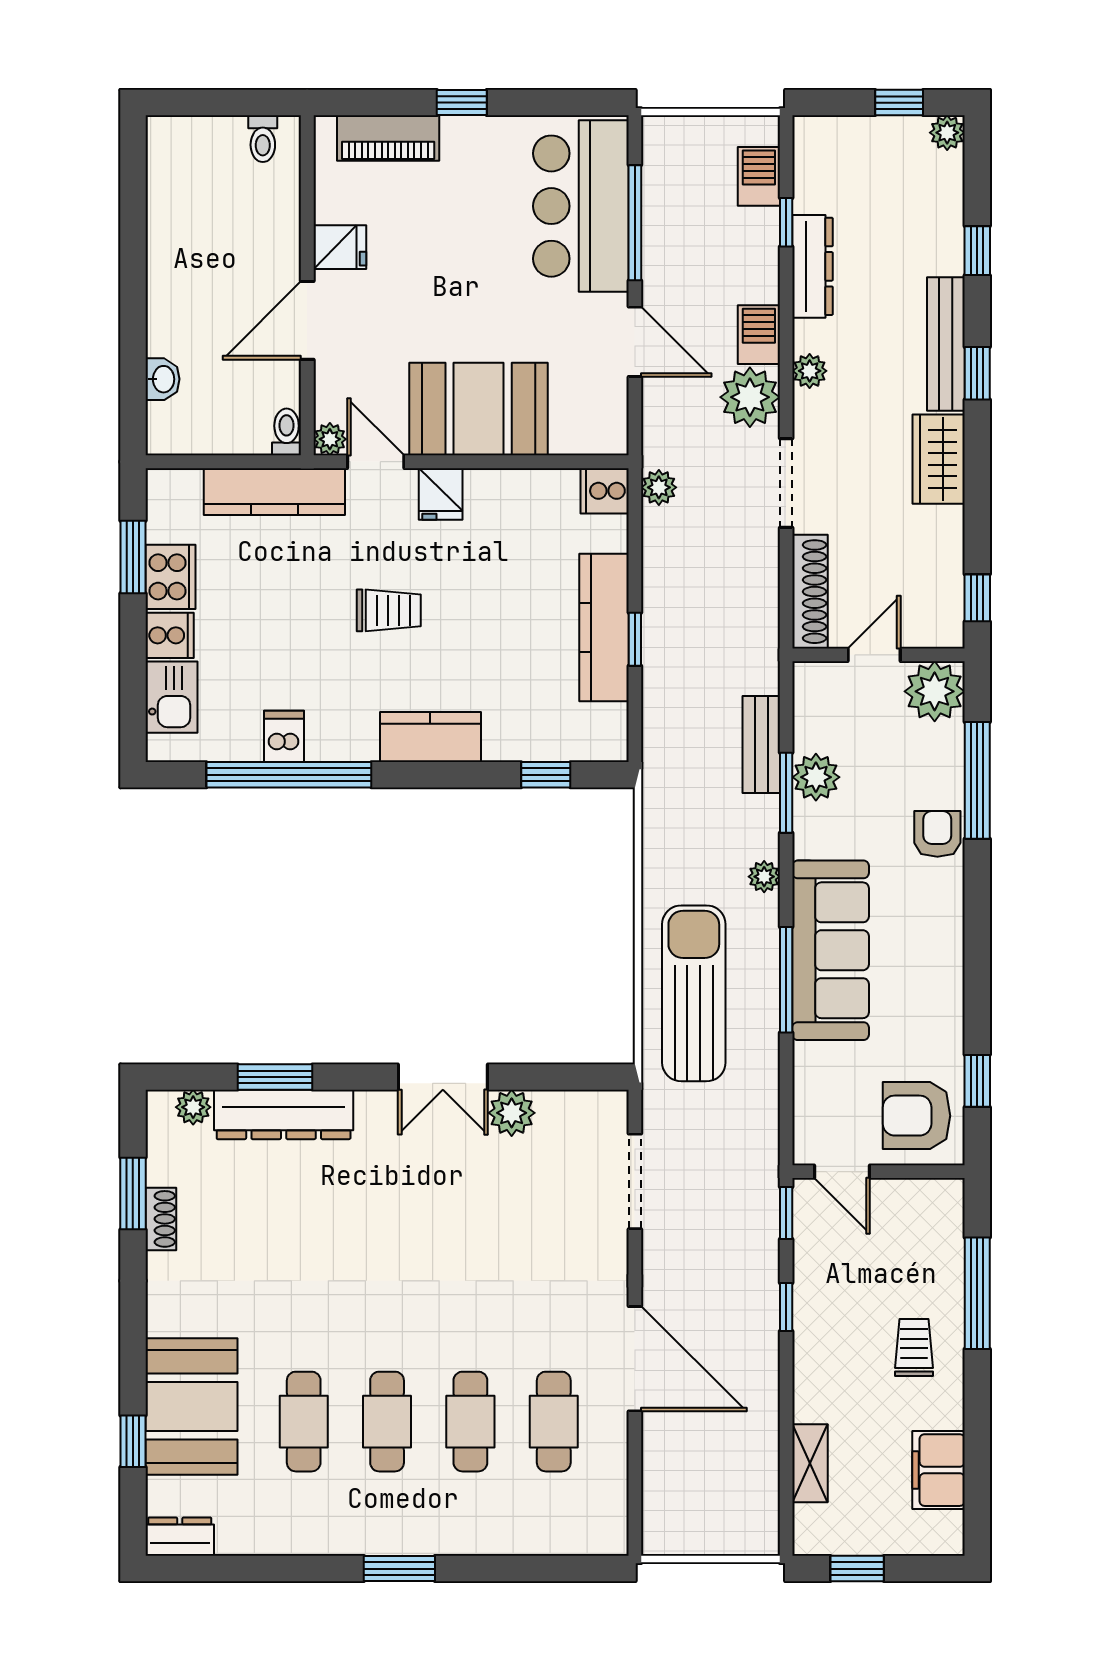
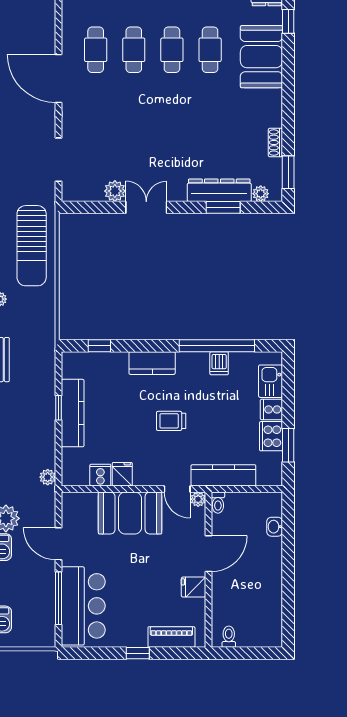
cooker: (605, 491) -> (100, 475), moved, turned -90
fridge: (441, 494) -> (122, 474), moved
window: (133, 1193) -> (288, 172), moved
window: (133, 1441) -> (288, 21), moved

